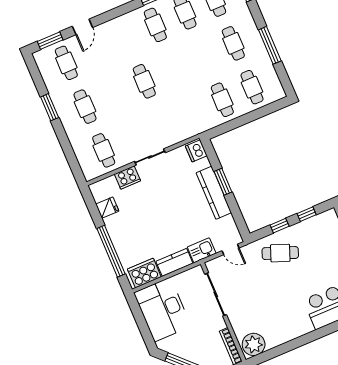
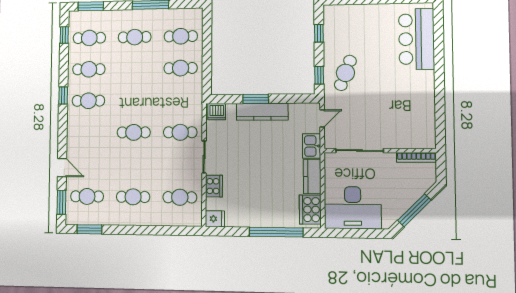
window: (50, 107) -> (89, 229), moved
cafe table: (163, 125) -> (180, 132), added
fridge: (107, 208) -> (215, 219), moved, turned 90
window: (280, 226) -> (319, 75), moved
plant: (254, 344) -> (424, 135), removed

